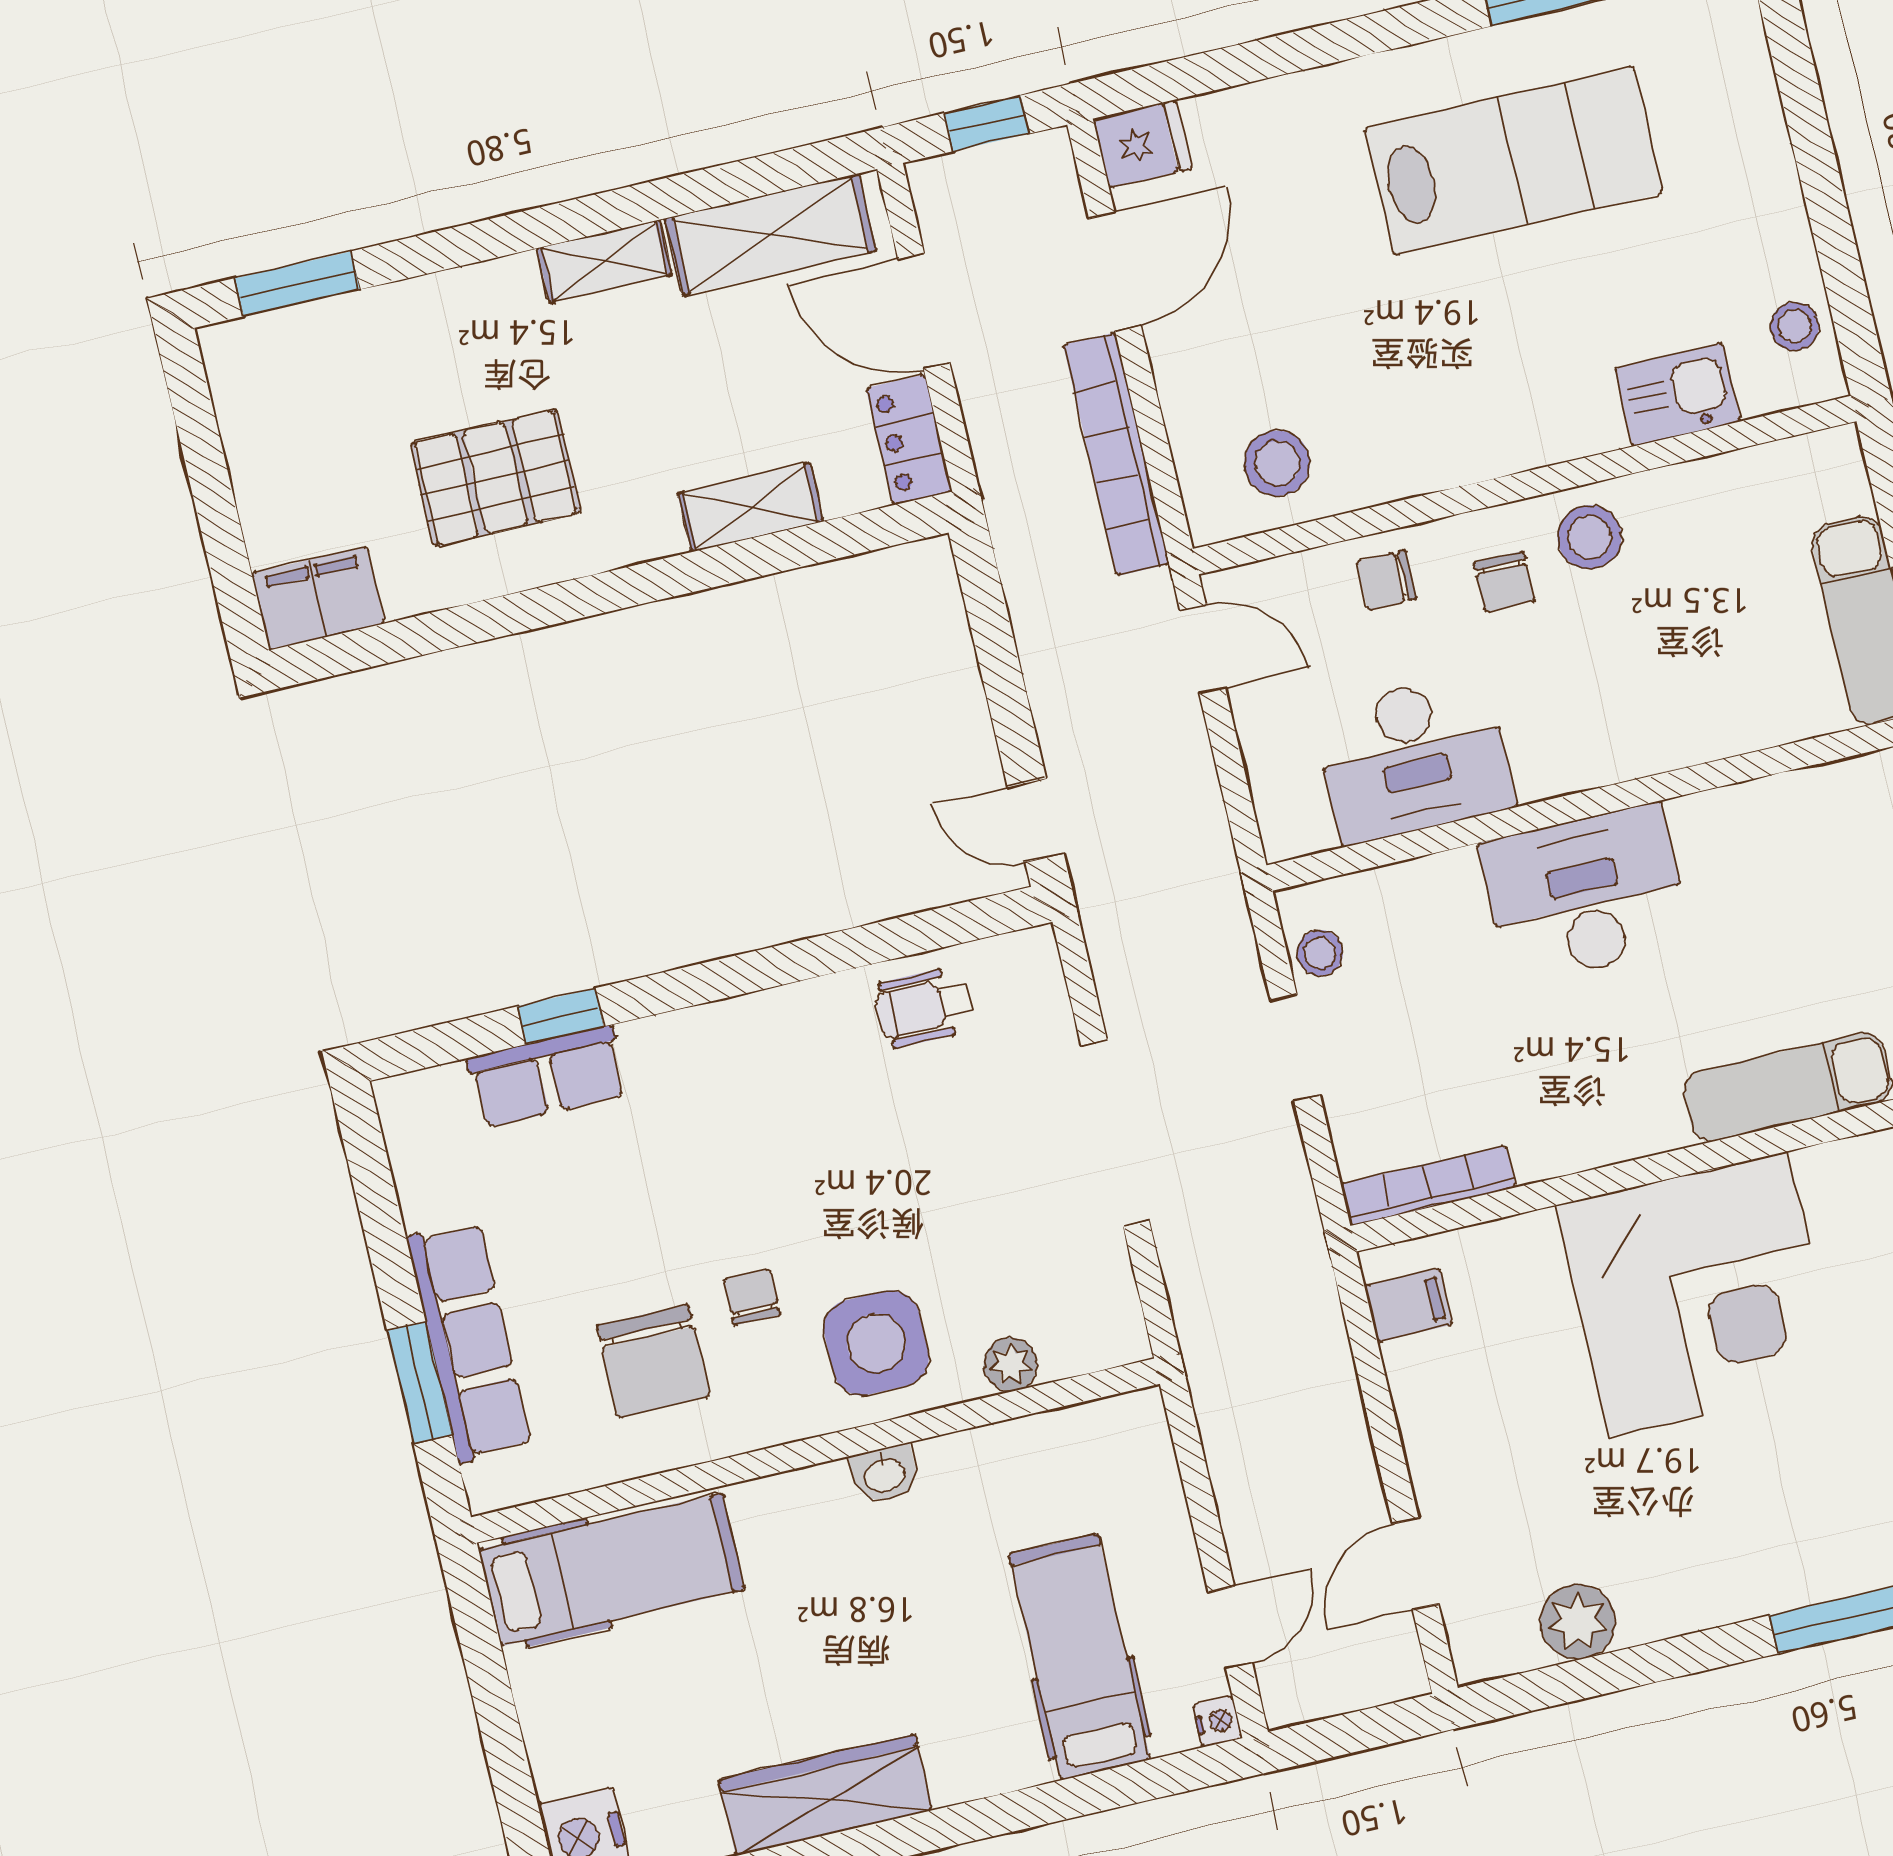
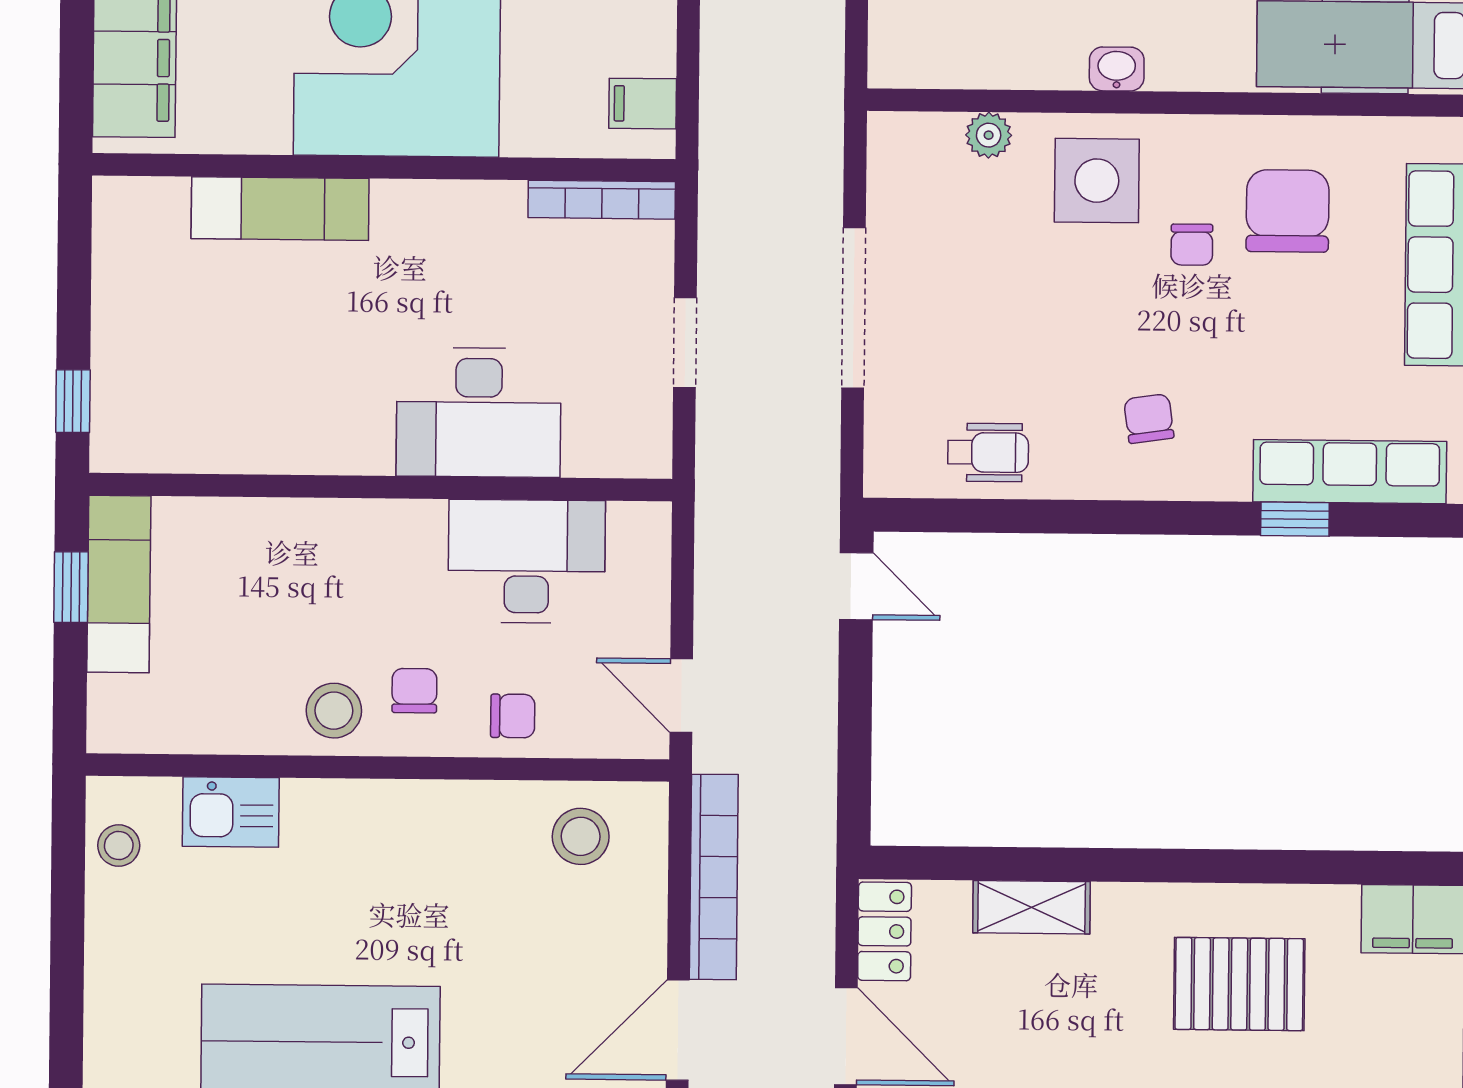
desk: (1586, 894) -> (479, 412), moved
stool: (1320, 953) -> (645, 417), removed
row of seats: (547, 1077) -> (1350, 472), width x1.48
chair: (752, 1089) -> (1149, 419), added

